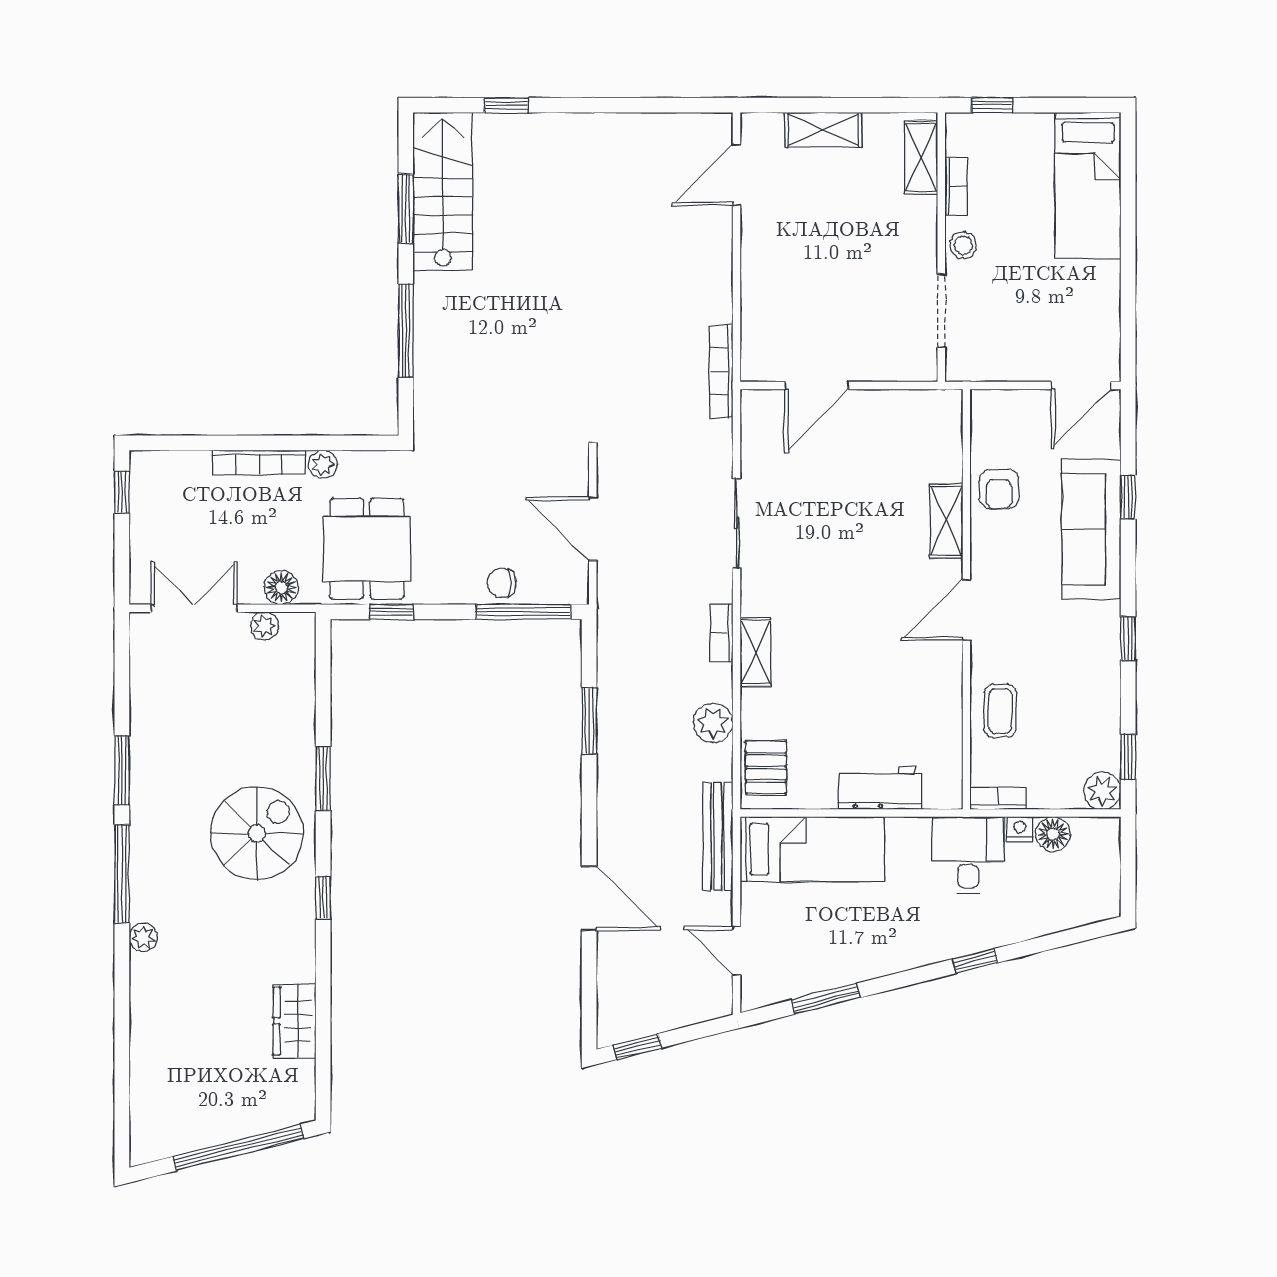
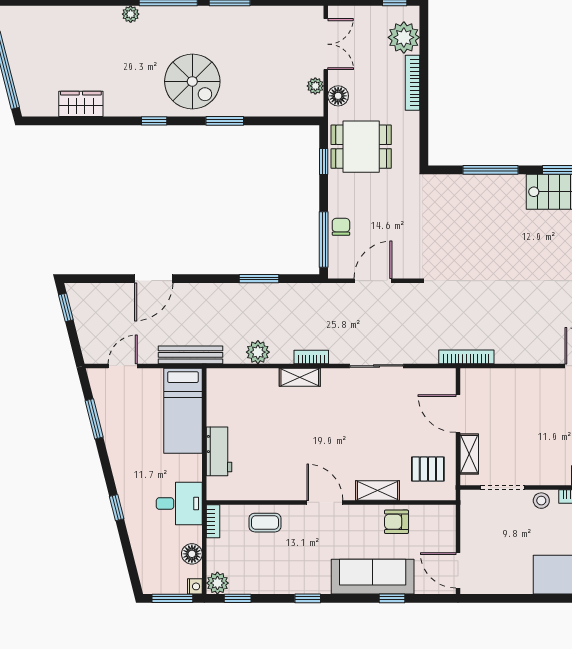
shelving: (885, 367) -> (469, 454), added
plant: (323, 464) -> (404, 37), moved, width x1.88, depth x1.88
pallet: (766, 768) -> (428, 469), moved
nightstand: (1020, 829) -> (195, 586), moved
window: (1128, 867) -> (172, 598), added

